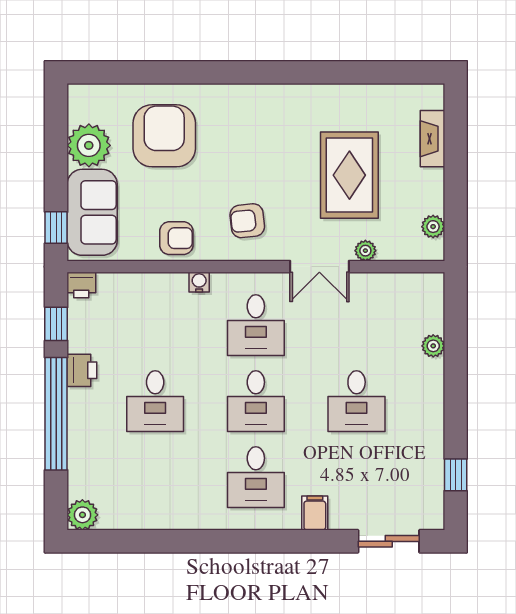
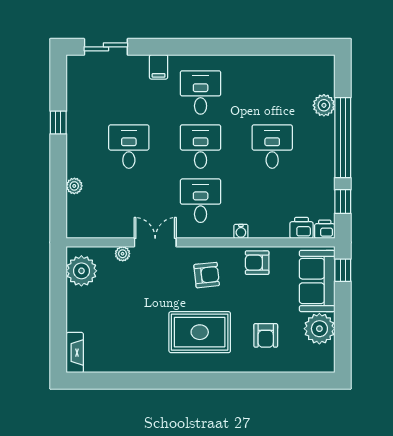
armchair: (164, 136) -> (266, 335), width x0.53, depth x0.53
fireplace: (432, 139) -> (75, 353), moved
rug: (349, 175) -> (200, 332), moved, turned 90
plant: (433, 227) -> (81, 271), width x1.87, depth x1.87
printer: (82, 370) -> (301, 228), moved, turned 90
window: (456, 475) -> (58, 122), moved
plant: (82, 515) -> (324, 105), moved

